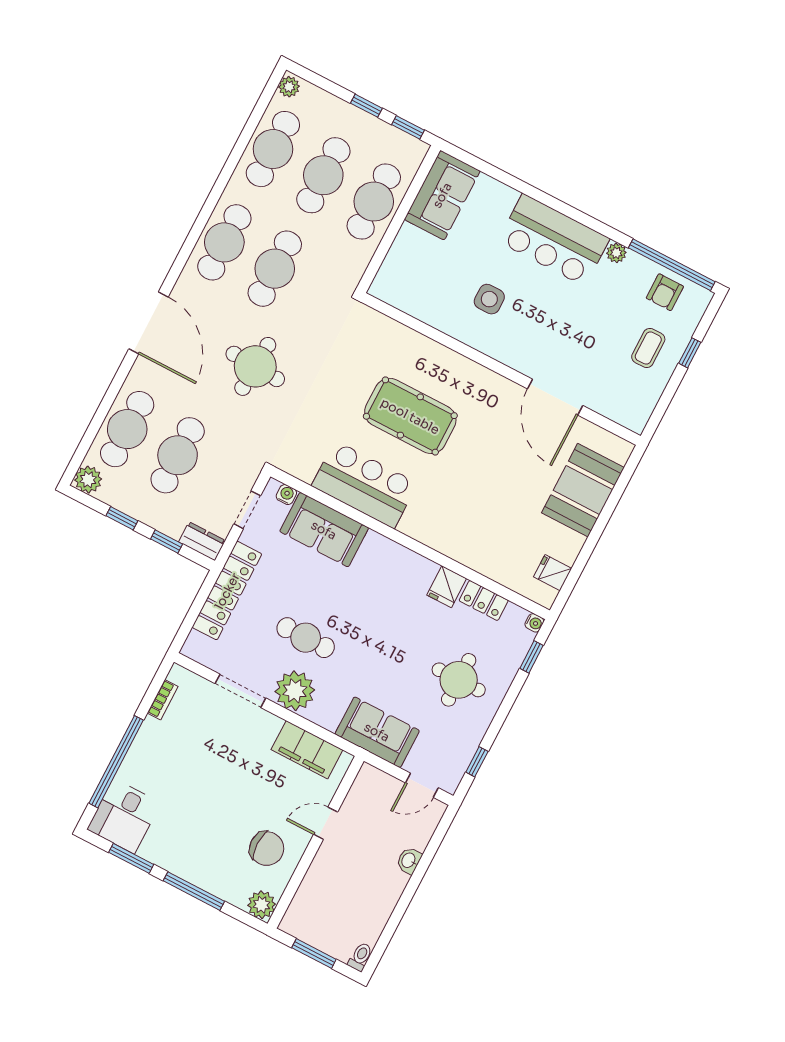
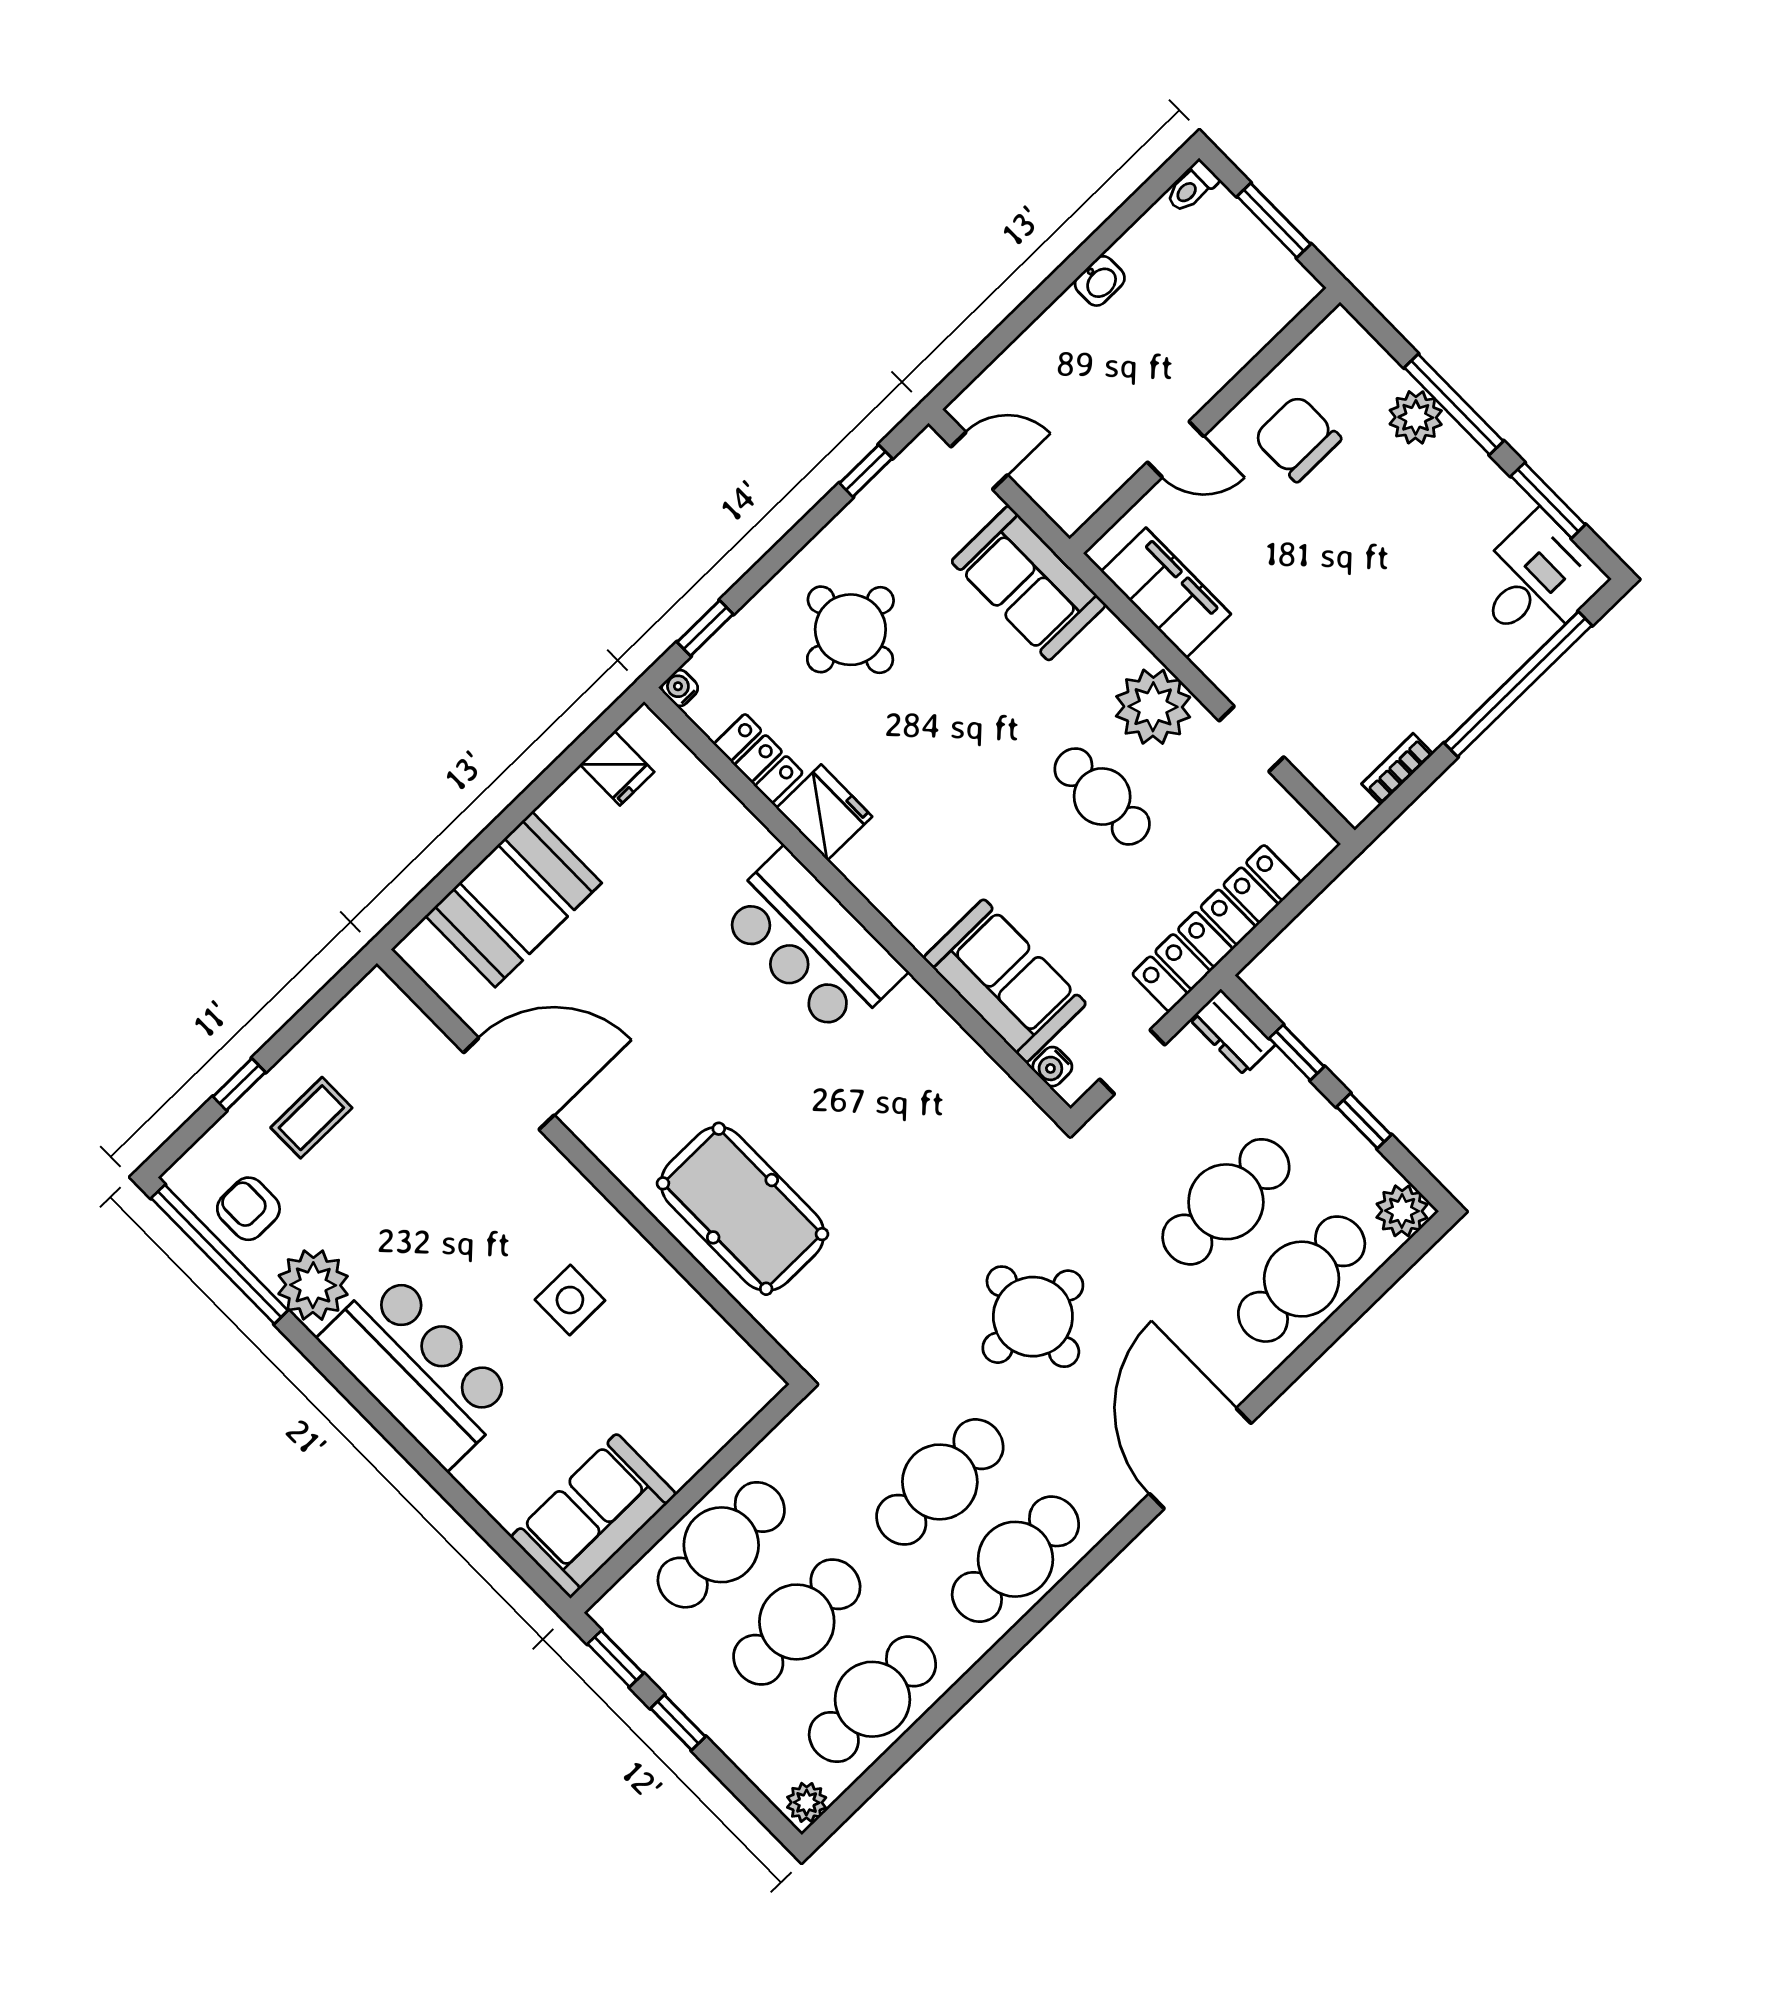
plant: (616, 253) -> (313, 1285), width x1.88, depth x1.88
armchair: (665, 292) -> (248, 1209), turned -90
door: (555, 397) -> (509, 1084), hinge flipped
pool table: (410, 416) -> (742, 1209), moved
bar counter: (365, 485) -> (811, 943), moved
fridge: (447, 587) -> (824, 812), width x1.38
doorway: (240, 691) -> (1252, 739), width x0.73
washbasin: (409, 860) -> (1100, 281), moved
plant: (262, 905) -> (1416, 417), moved

